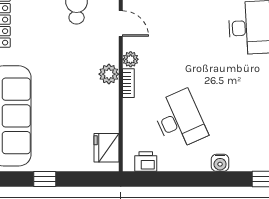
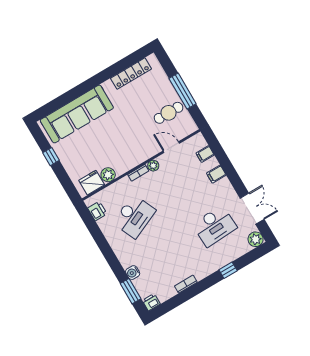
door: (121, 24) -> (171, 147), swing flipped
plant: (109, 74) -> (108, 175), moved
water cooler: (220, 163) -> (133, 273), moved

